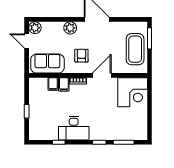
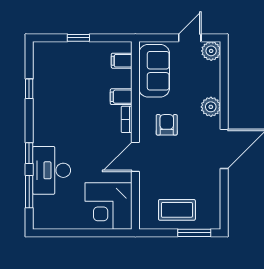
coffee table: (135, 49) -> (177, 210), width x0.73, depth x0.76
armchair: (81, 56) -> (167, 125), turned -90
door: (102, 75) -> (135, 157), swing flipped
filing cabinet: (53, 84) -> (122, 61), moved
desk: (74, 128) -> (52, 170), moved

